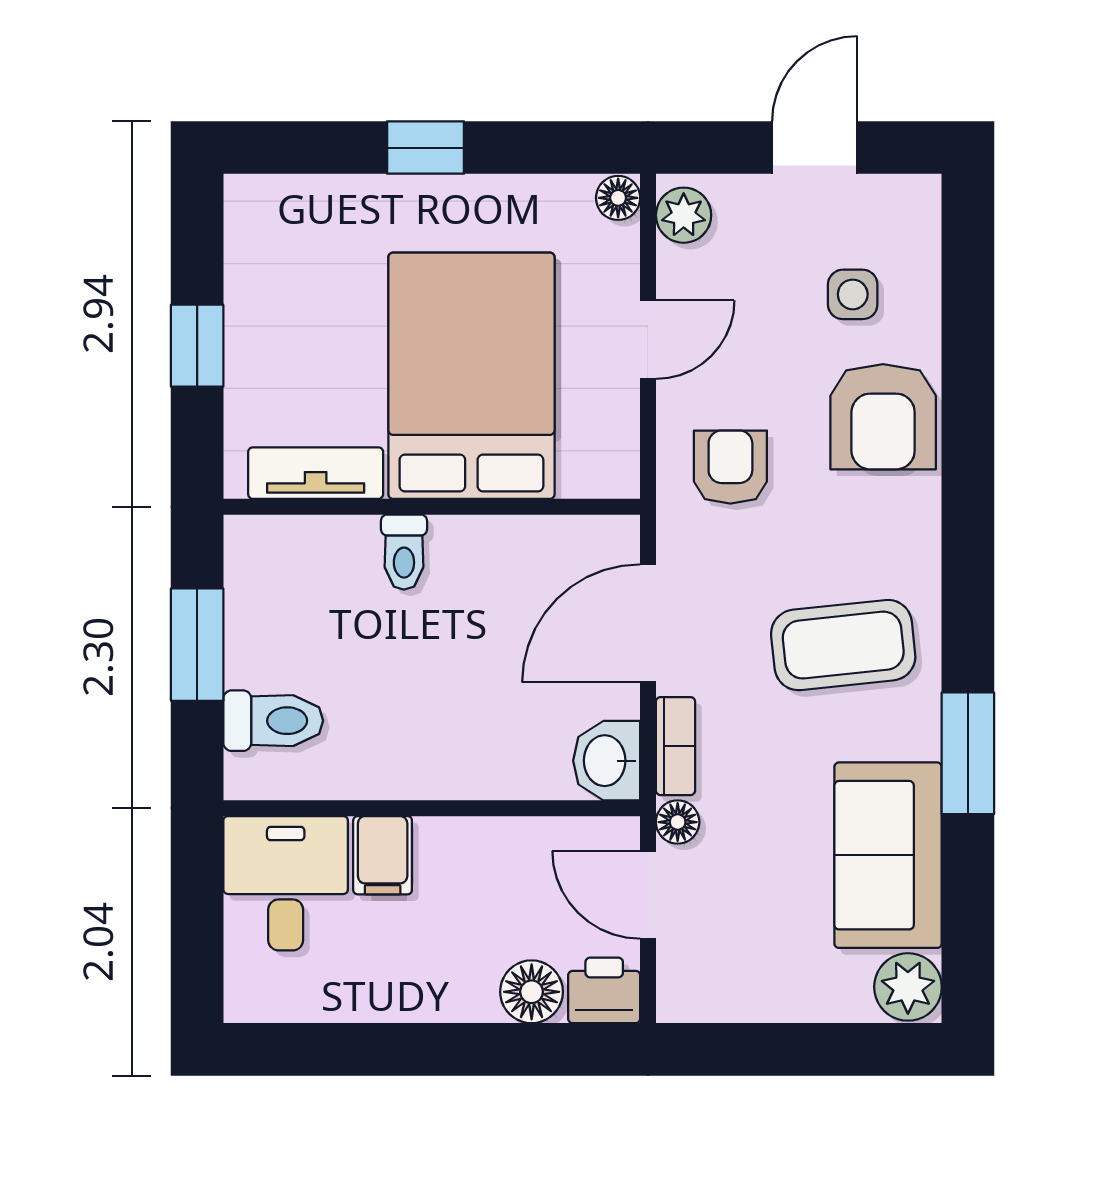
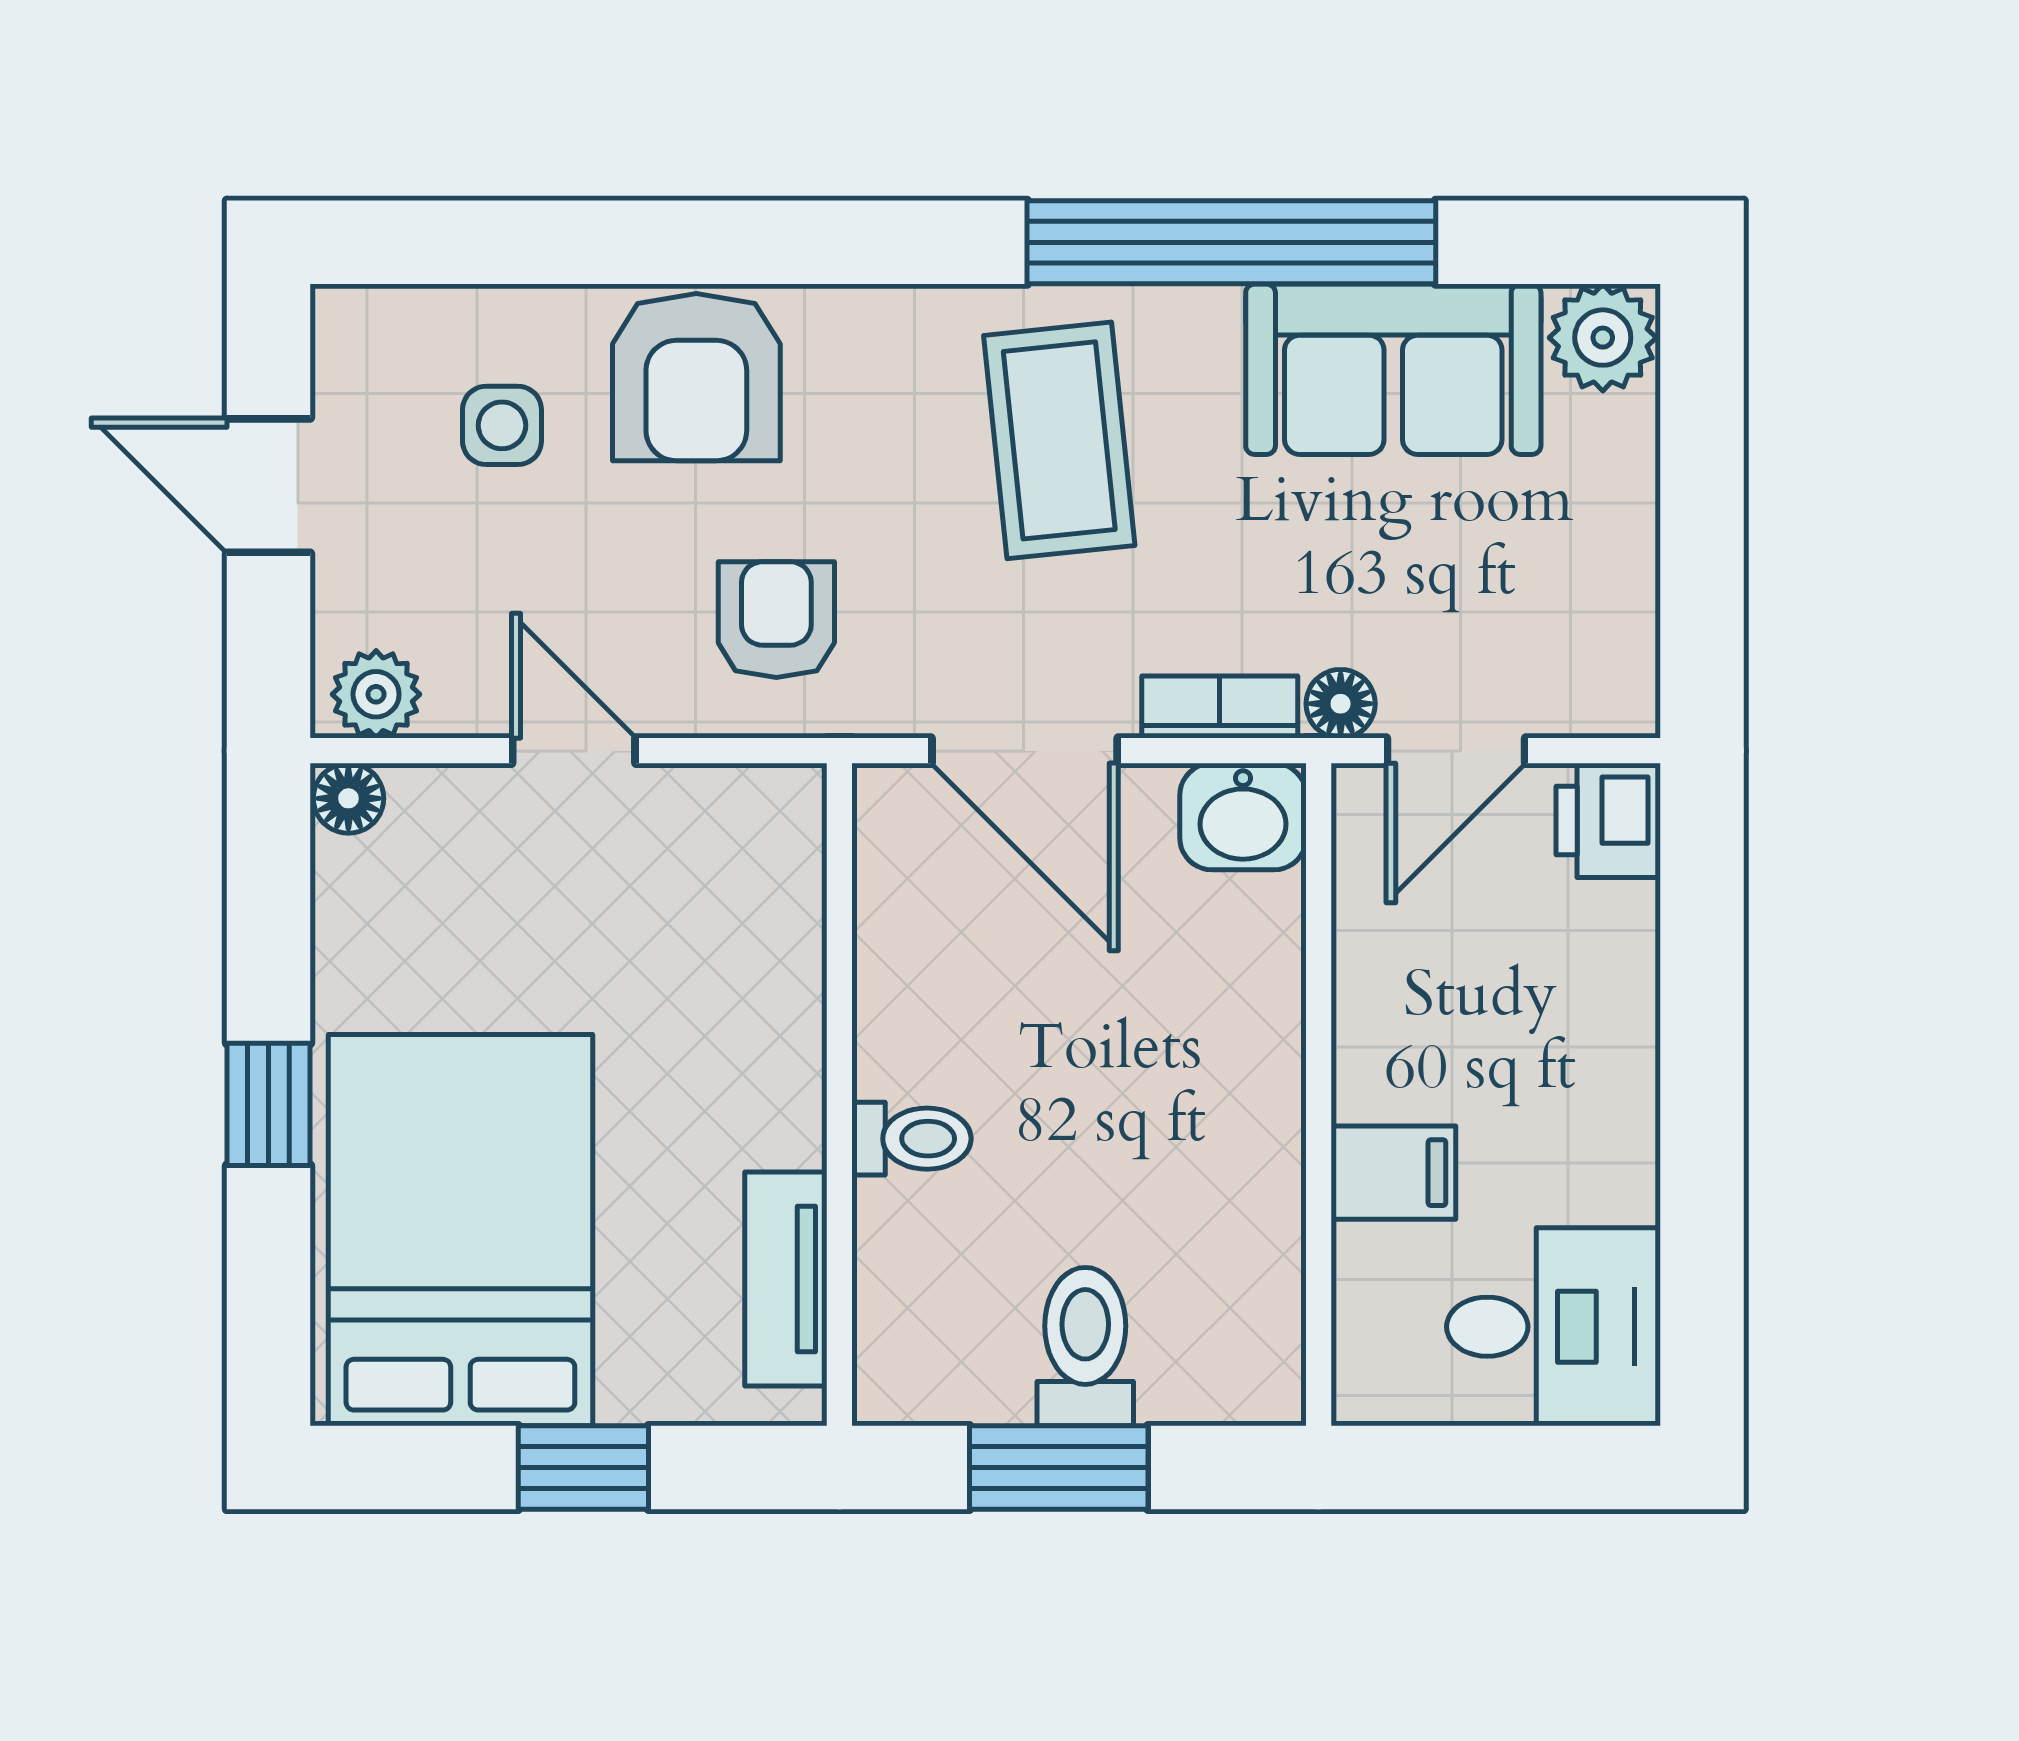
bed: (471, 376) -> (460, 1230), moved, turned 90
armchair: (883, 417) -> (696, 377), turned 90
armchair: (730, 467) -> (776, 620), turned 90
toilet: (273, 721) -> (1085, 1347), moved
window: (968, 753) -> (1231, 242), width x2.11
desk: (286, 883) -> (1553, 1327), moved, turned 180
floor lamp: (532, 992) -> (1610, 936), removed

